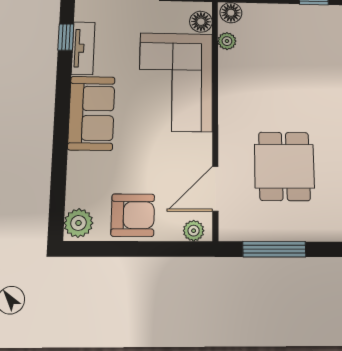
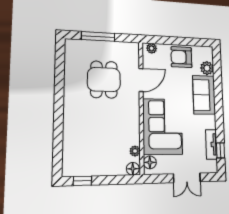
sofa: (91, 113) -> (204, 95), moved
door: (215, 189) -> (141, 80), moved
plant: (78, 223) -> (207, 68), moved
window: (274, 249) -> (98, 36), moved

